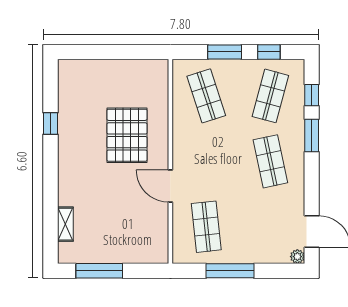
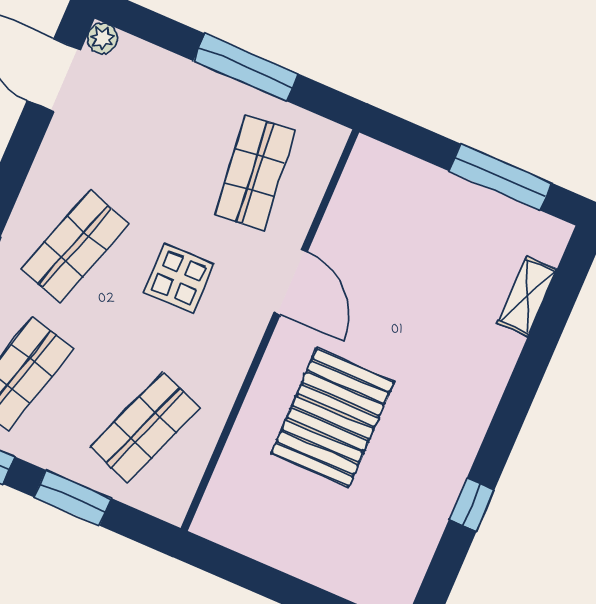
shop shelf: (206, 96) -> (145, 428), turned 39
shop shelf: (270, 161) -> (75, 246), turned 30
display table: (219, 167) -> (179, 278), added

